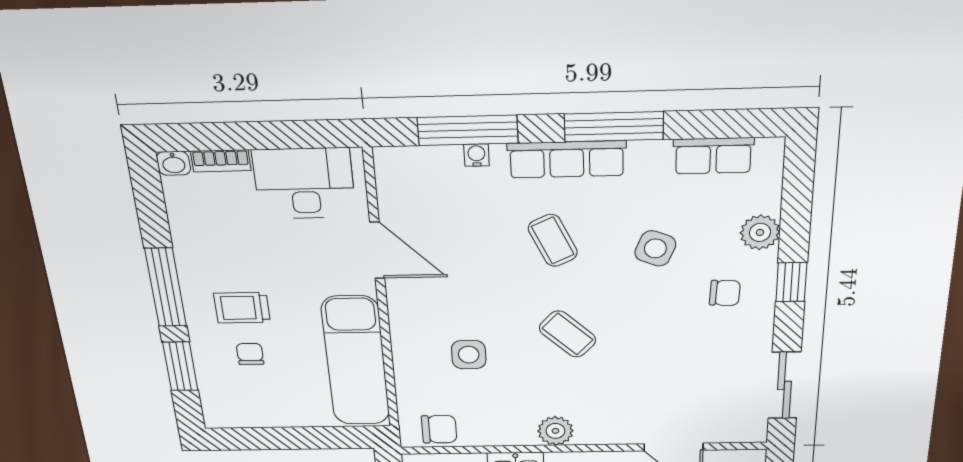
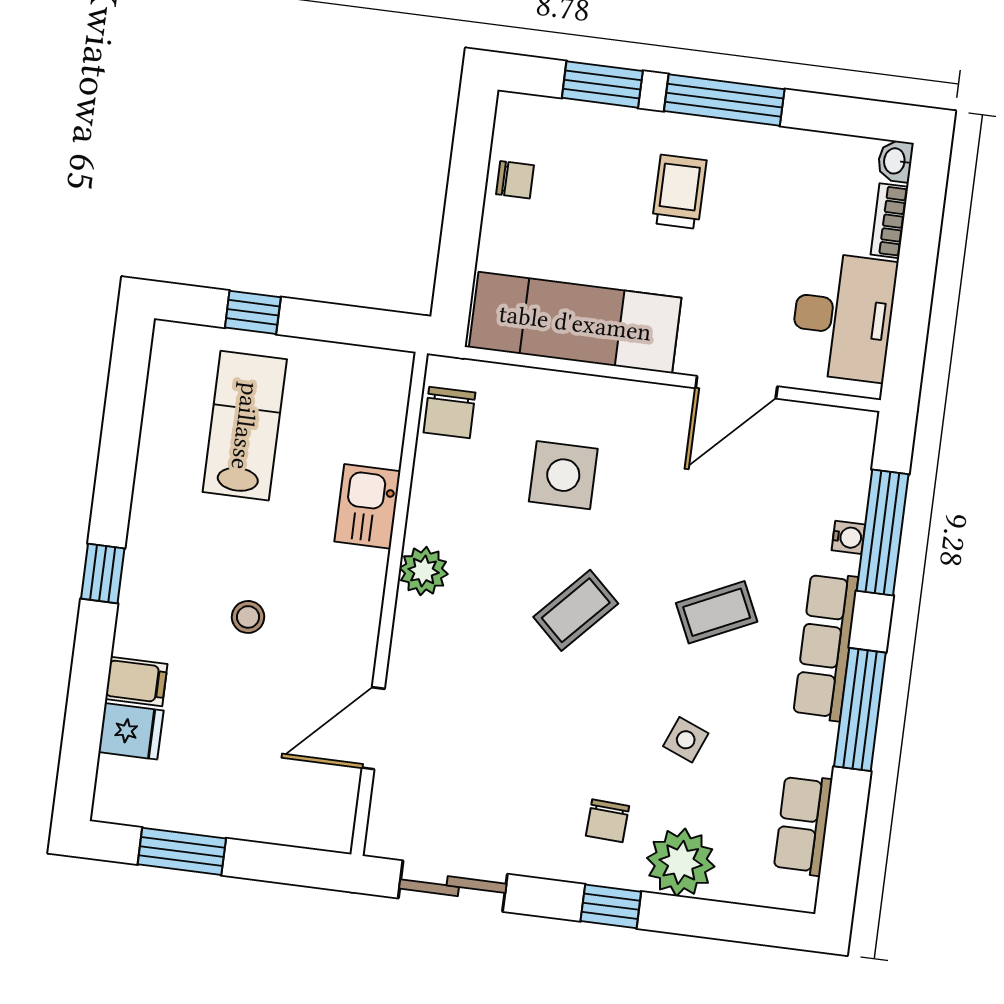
plant: (760, 232) -> (681, 862), width x1.36, depth x1.36
side table: (655, 248) -> (686, 740), width x0.73, depth x0.73
chair: (250, 354) -> (515, 180), moved
side table: (469, 355) -> (563, 475), width x1.37, depth x1.37

